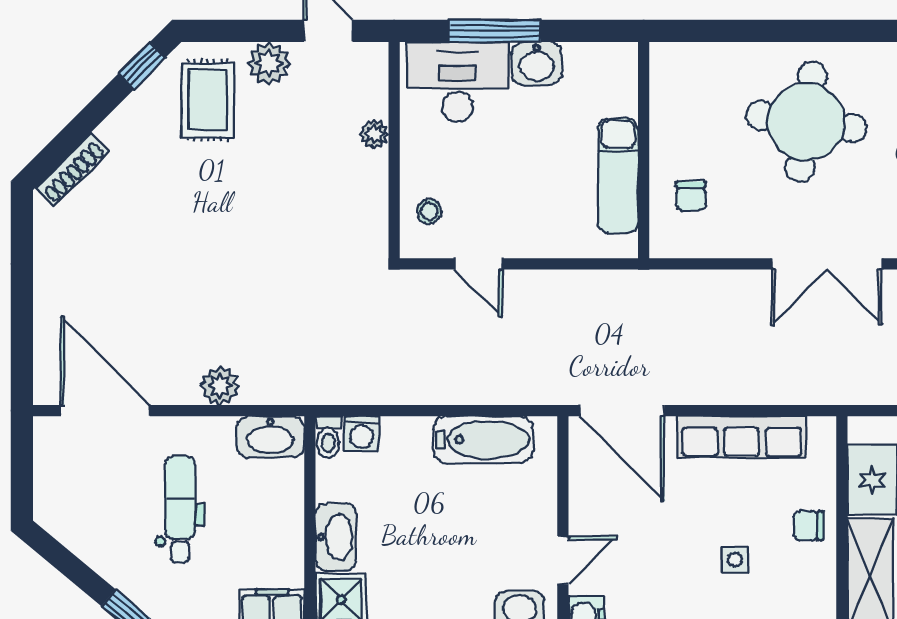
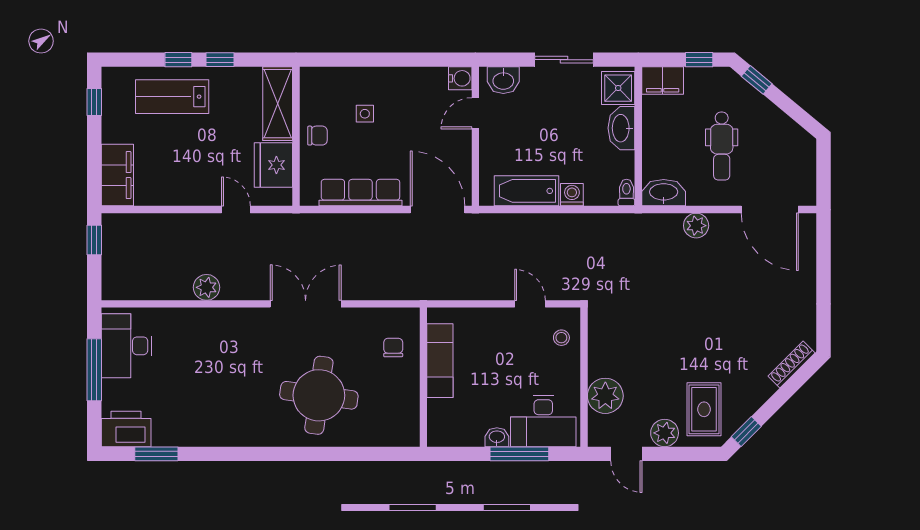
washbasin: (537, 63) -> (497, 437), width x0.72, depth x0.69
plant: (374, 134) -> (605, 396), width x1.87, depth x1.87
washing machine: (362, 434) -> (572, 195), moved

